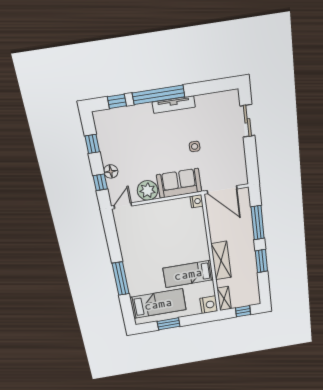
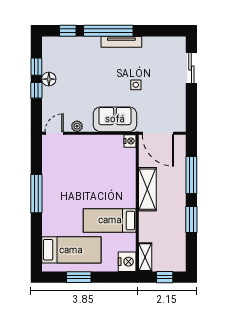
floor lamp: (111, 171) -> (49, 79), moved
window: (100, 182) -> (36, 90), moved
plant: (148, 190) -> (77, 126), width x0.53, depth x0.53
shelving: (221, 261) -> (147, 189), moved
window: (121, 279) -> (36, 194), moved

